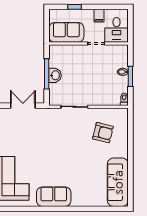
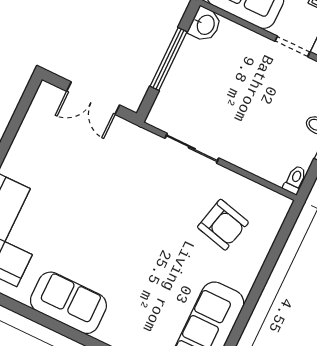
washbasin: (55, 75) -> (205, 24), moved
double door: (23, 106) -> (93, 98), swing flipped

